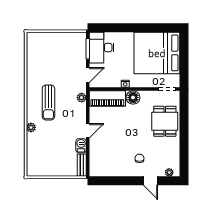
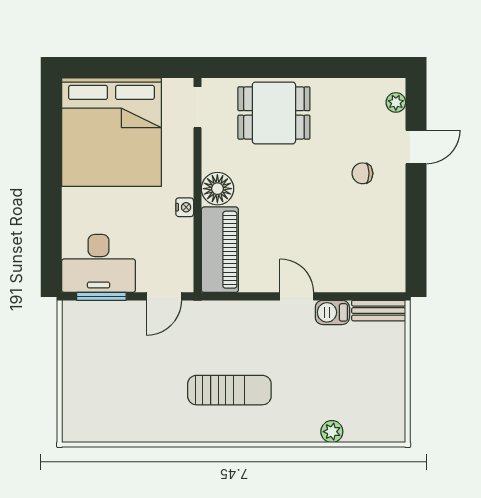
door: (88, 75) -> (164, 296), swing flipped
plant: (82, 98) -> (218, 311), removed
plant: (31, 127) -> (332, 432), moved

